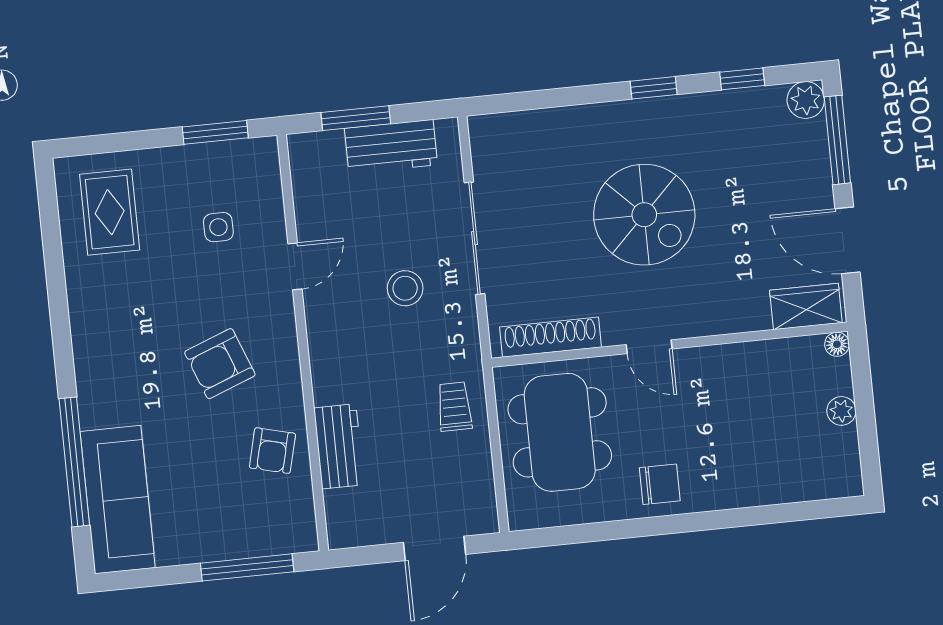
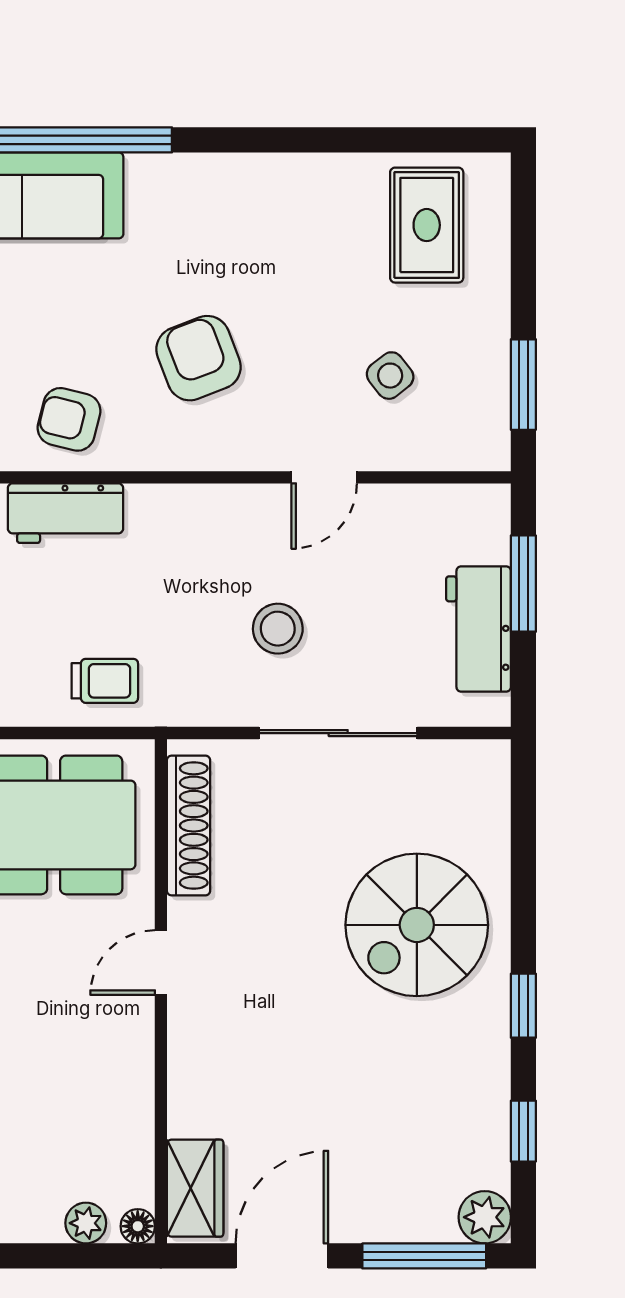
rug: (110, 212) -> (427, 225), turned 90
spiral stairs: (644, 215) -> (417, 925), moved
side table: (218, 227) -> (390, 376), turned -38
door: (295, 266) -> (324, 477), hinge flipped
plant: (841, 411) -> (86, 1223), moved

